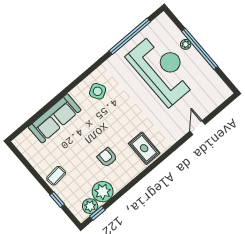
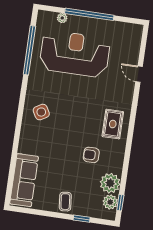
plant: (186, 44) -> (62, 18), moved
sofa: (55, 118) -> (24, 180), moved
rug: (144, 148) -> (113, 124), turned 90

